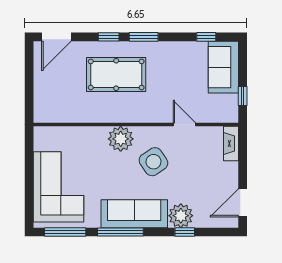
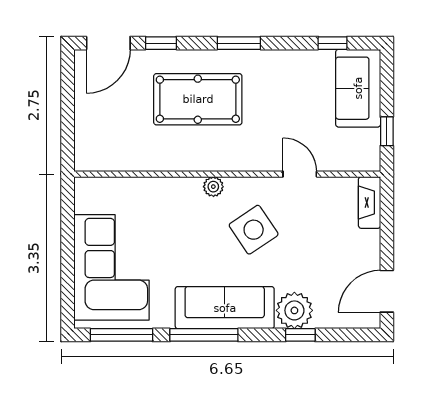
window: (109, 37) -> (161, 43), moved
plant: (121, 139) -> (213, 187), width x0.53, depth x0.53

